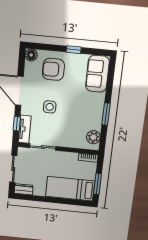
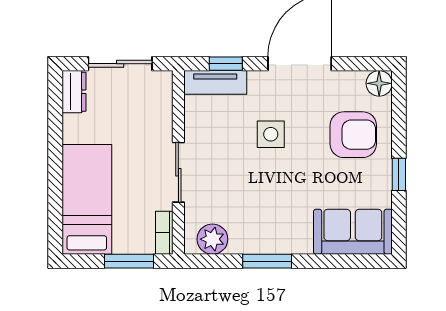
armchair: (53, 69) -> (353, 135), turned 90
sliding door: (43, 147) -> (178, 172), moved
window: (97, 184) -> (129, 261), moved

